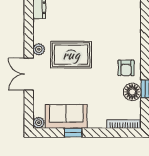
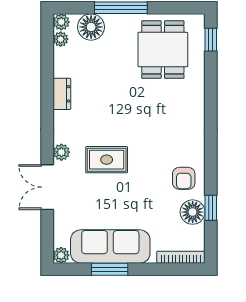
rug: (71, 55) -> (107, 160), width x0.73, depth x0.70
sofa: (66, 116) -> (110, 246), width x1.36
window: (73, 133) -> (110, 269), width x1.50

